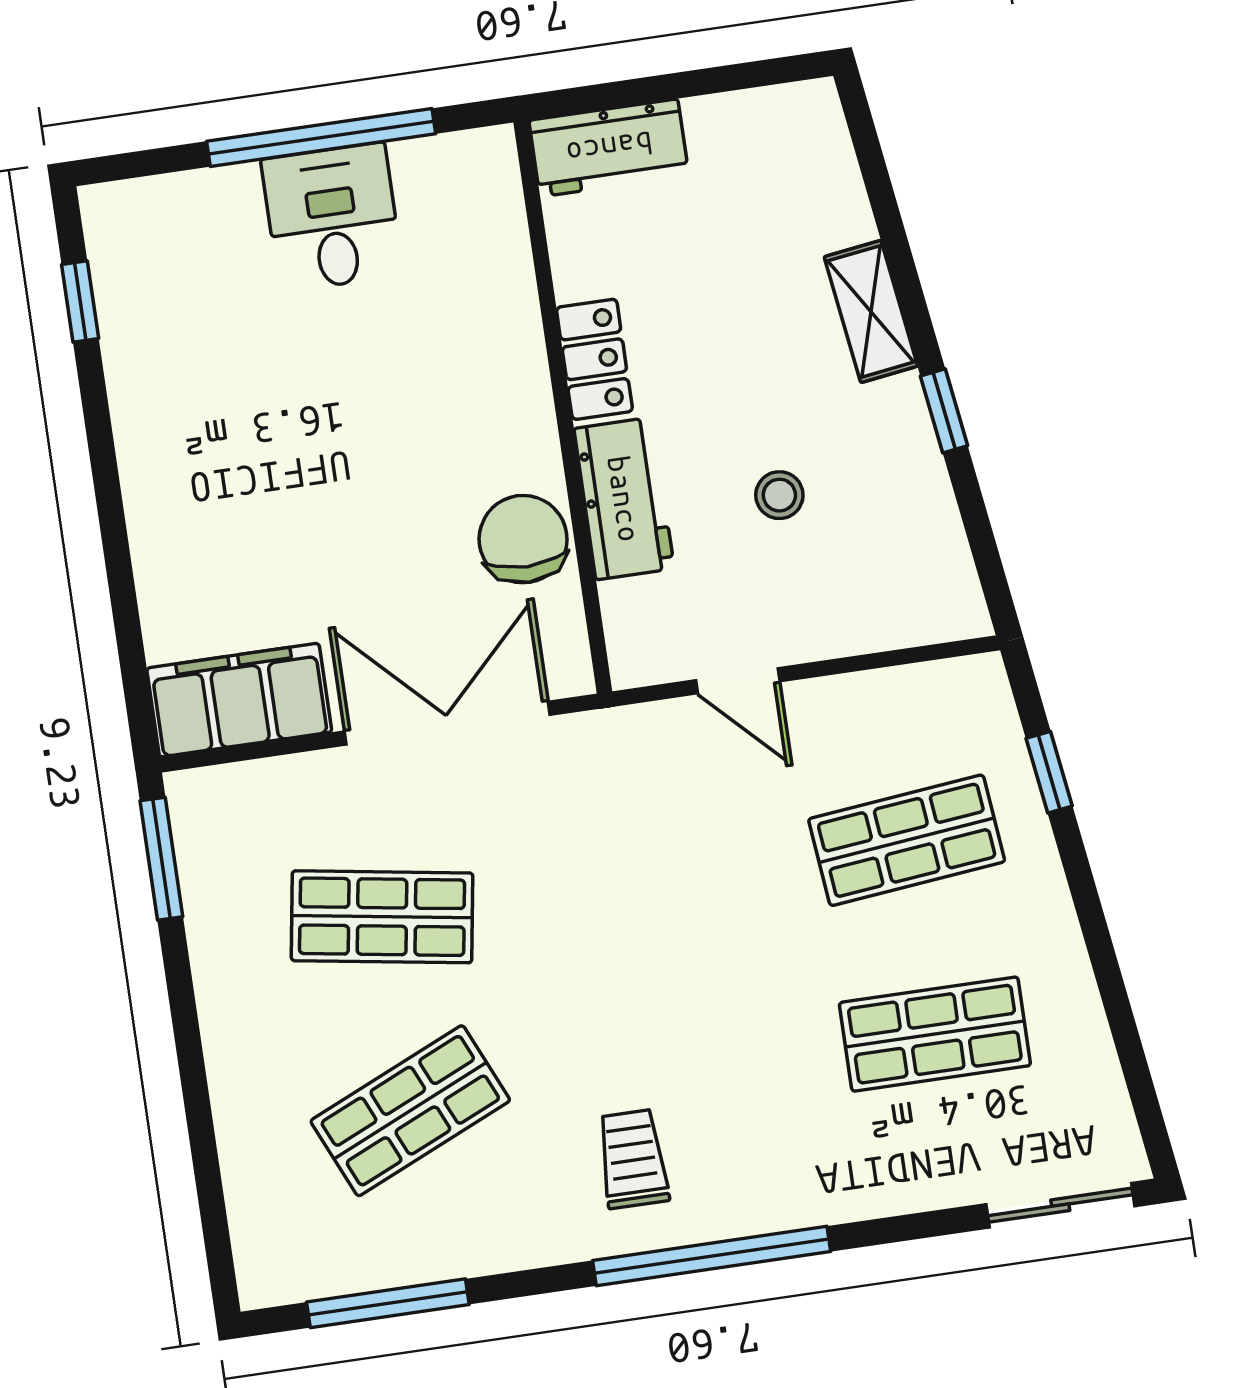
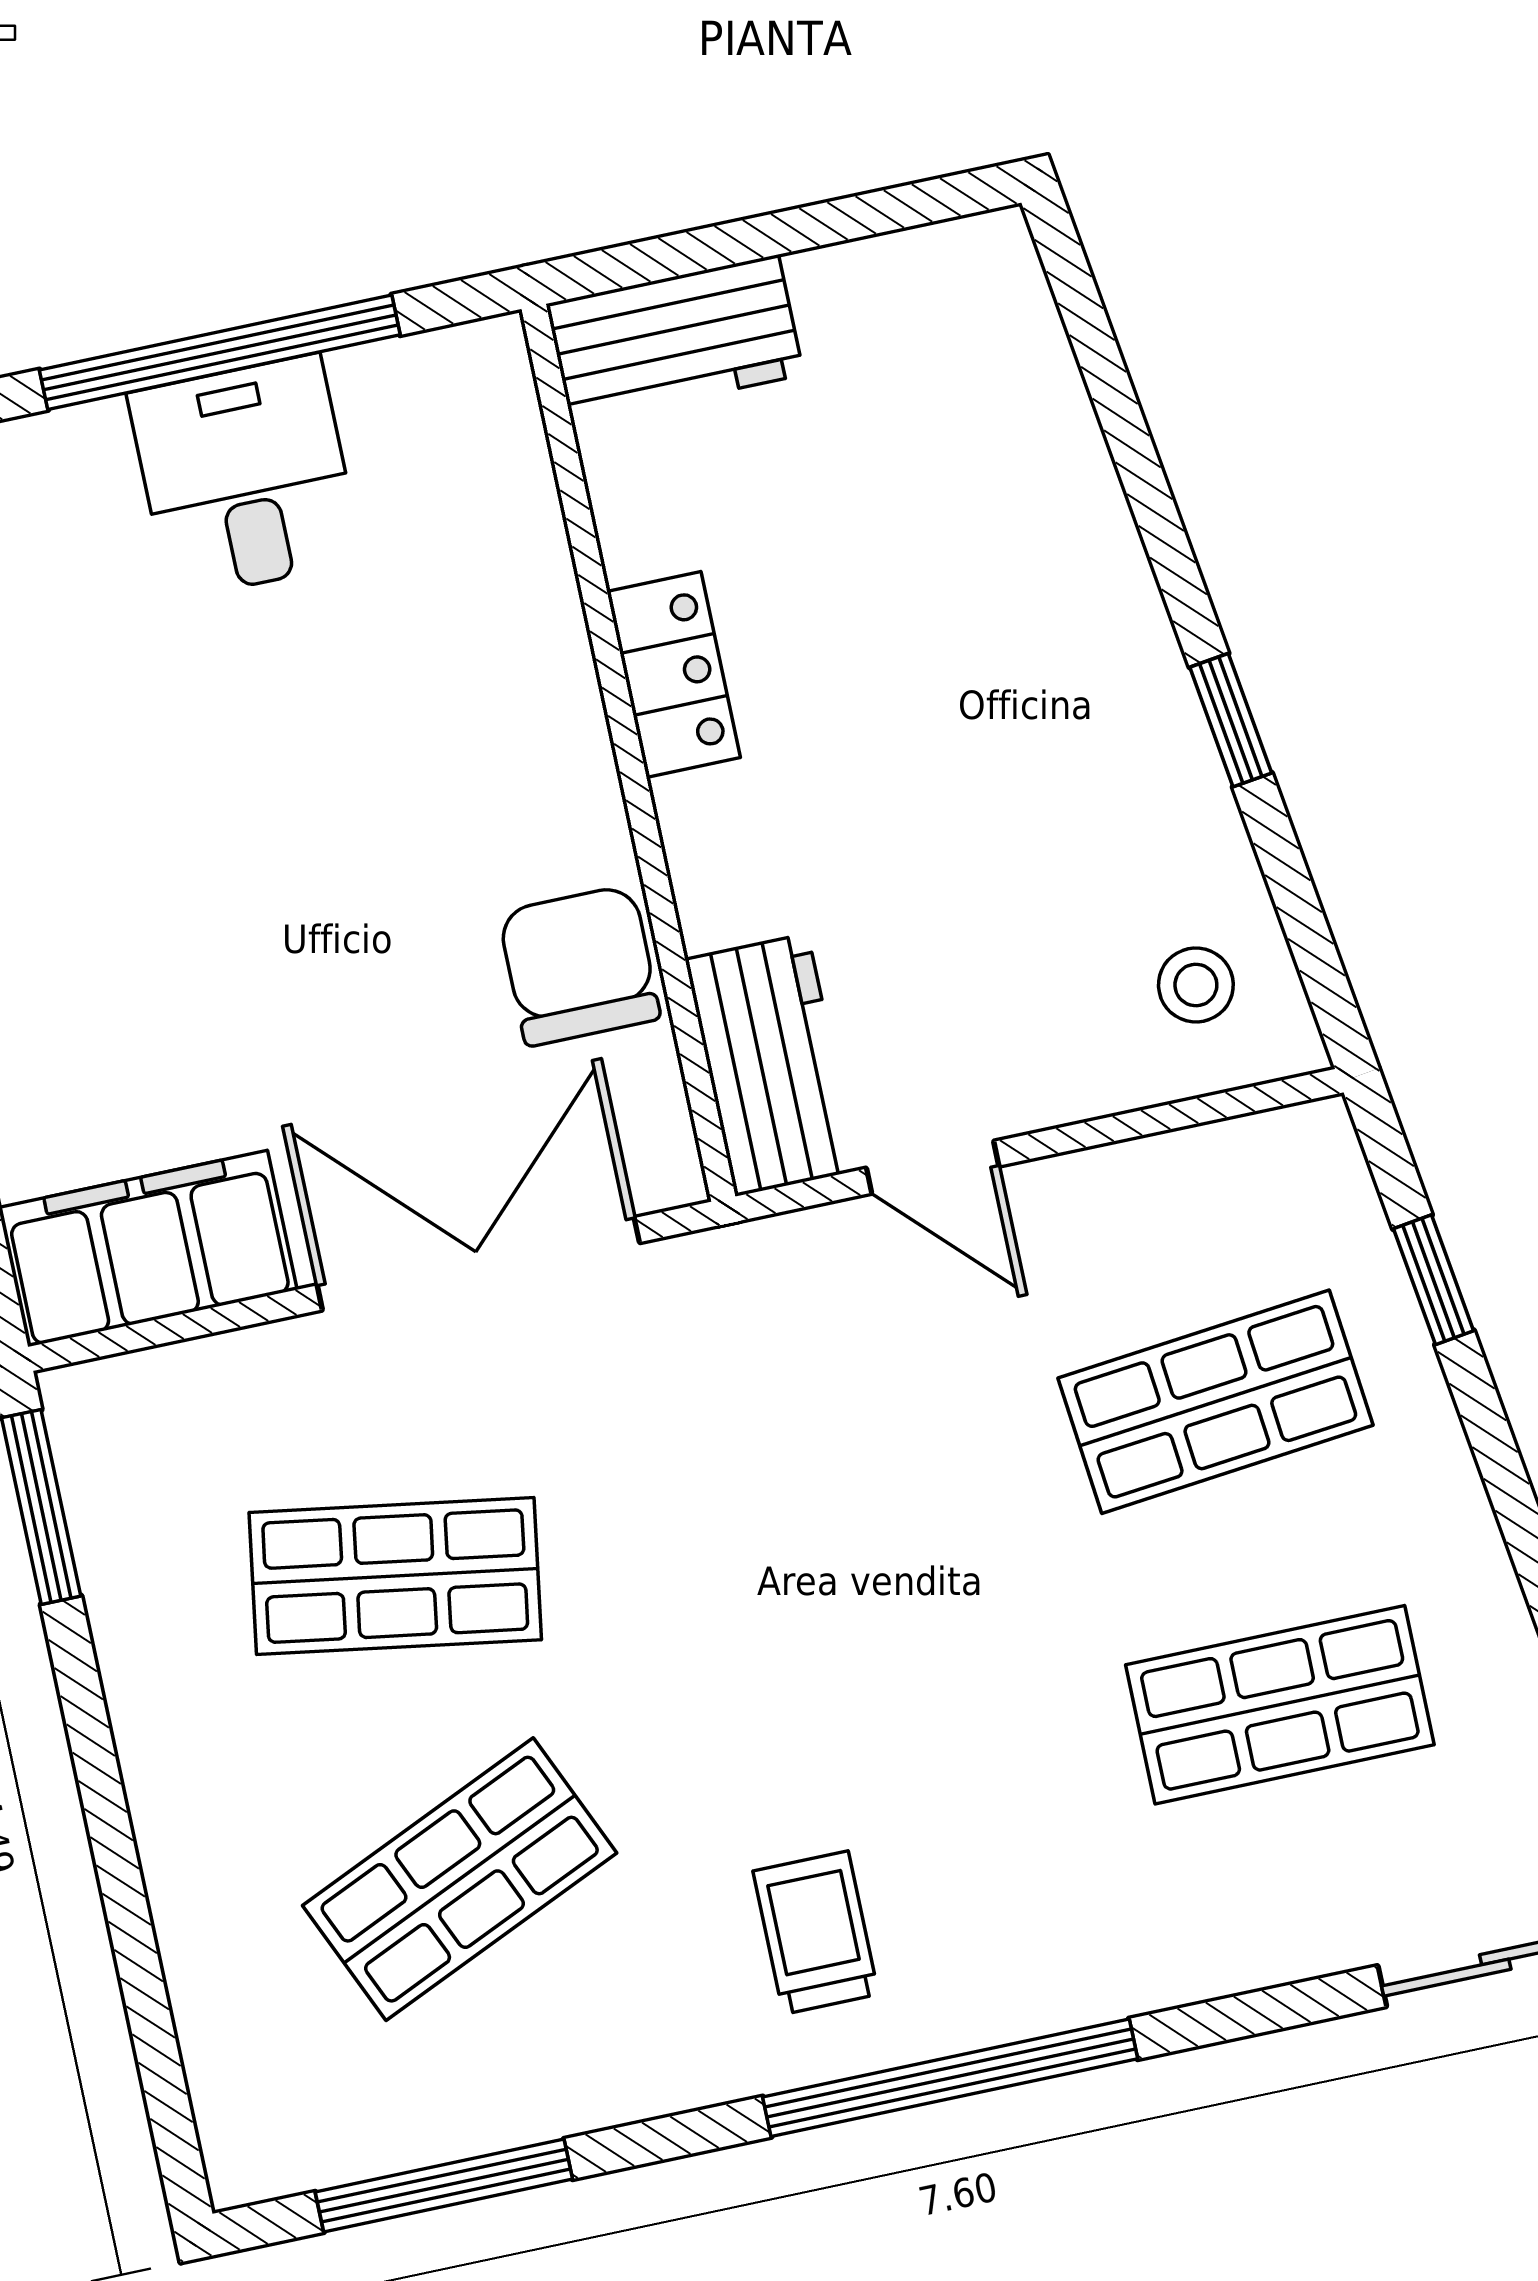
shelving: (871, 311) -> (1105, 571), removed
stool: (779, 495) -> (1196, 985), moved
workbench: (624, 499) -> (772, 1065), moved

